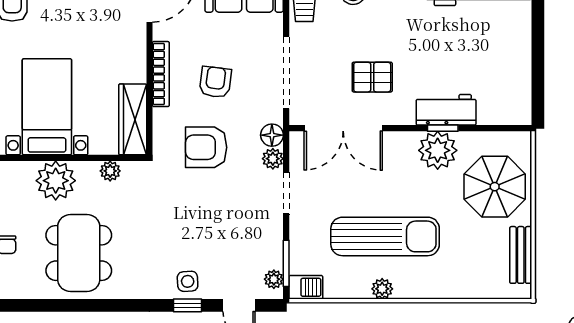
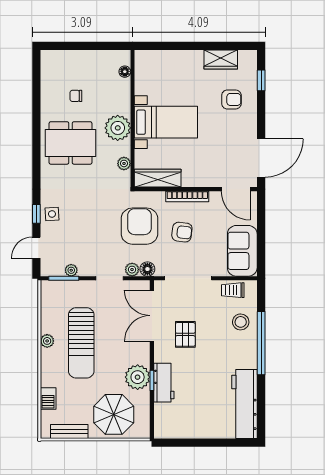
armchair: (206, 147) -> (139, 226), width x1.36, depth x1.36
plant: (274, 279) -> (71, 270), moved
barbecue: (306, 287) -> (48, 398), moved

